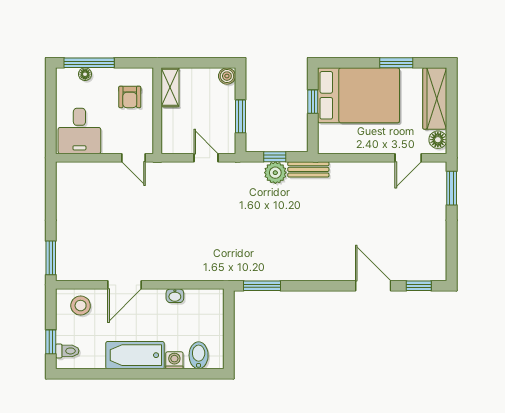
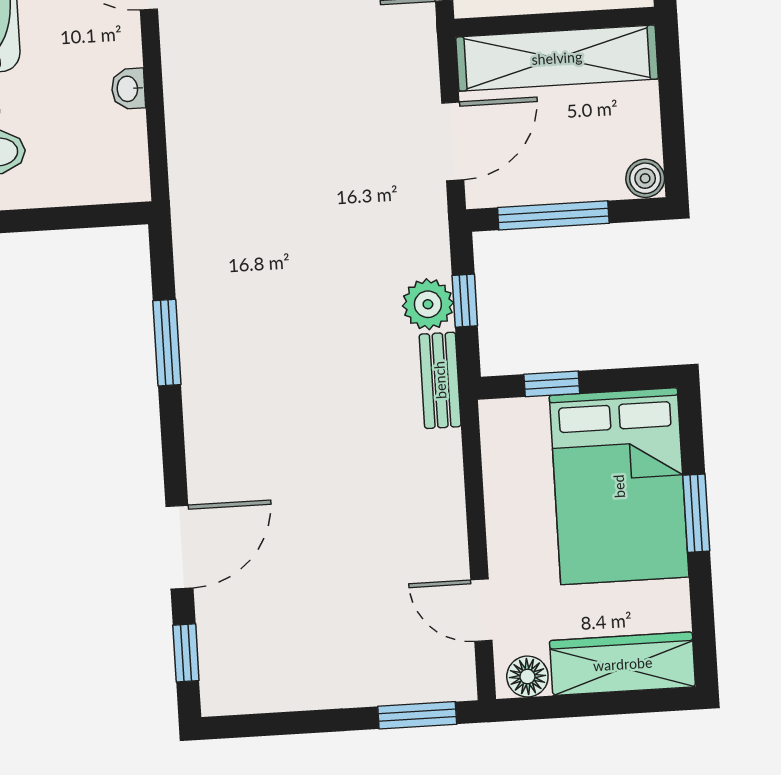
window: (396, 63) -> (696, 513), moved
shelving: (170, 87) -> (557, 58), width x2.20, depth x1.33
window: (313, 102) -> (552, 384), moved
window: (240, 116) -> (553, 215), width x1.44
door: (206, 158) -> (453, 141), width x1.38
window: (262, 286) -> (167, 343), moved

